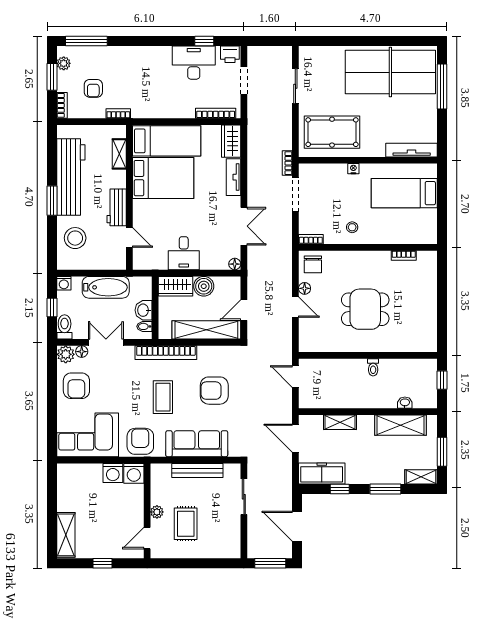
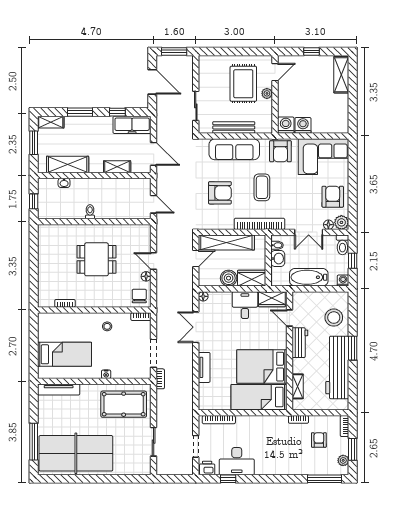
wardrobe: (231, 141) -> (272, 299), moved, turned 90
rug: (186, 524) -> (243, 84), width x1.36, depth x1.43

